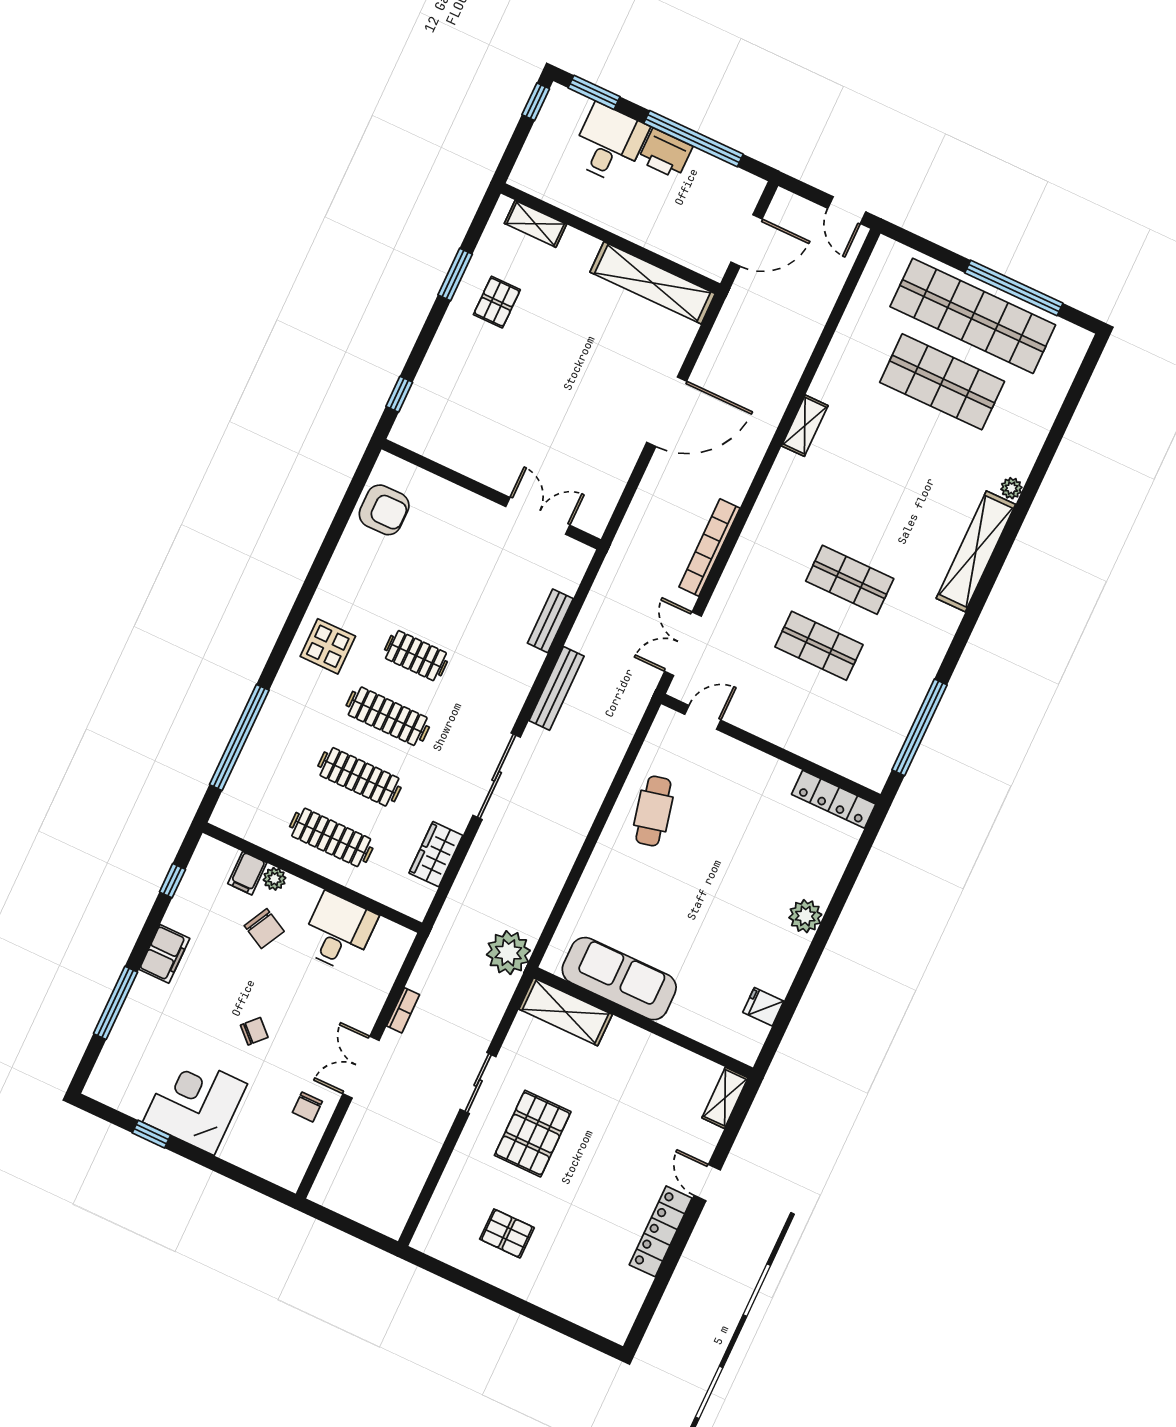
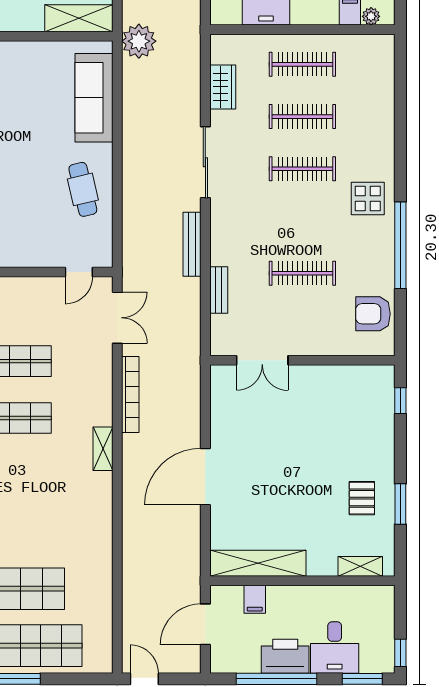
printer: (665, 153) -> (285, 656), width x1.37, depth x1.19
filing cabinet: (676, 243) -> (255, 599), added
shelving: (805, 426) -> (103, 449), moved
clothes rail: (416, 656) -> (302, 273), moved, width x1.36
window: (239, 737) -> (400, 245), moved
plant: (275, 879) -> (371, 16), moved
sofa: (619, 979) -> (94, 98), moved, turned 90

